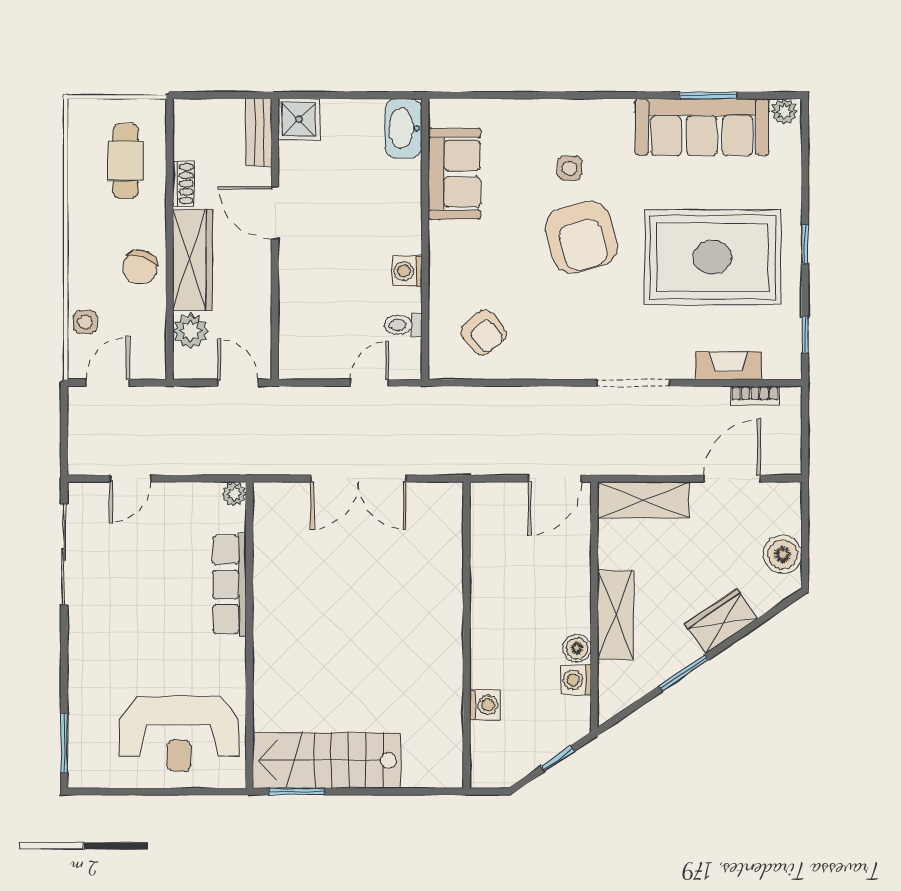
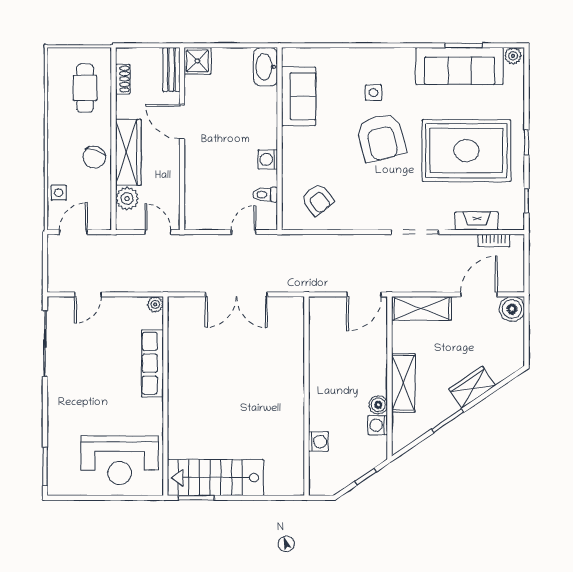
shoe rack: (184, 184) -> (123, 79), moved
boiler: (783, 554) -> (512, 309), moved

